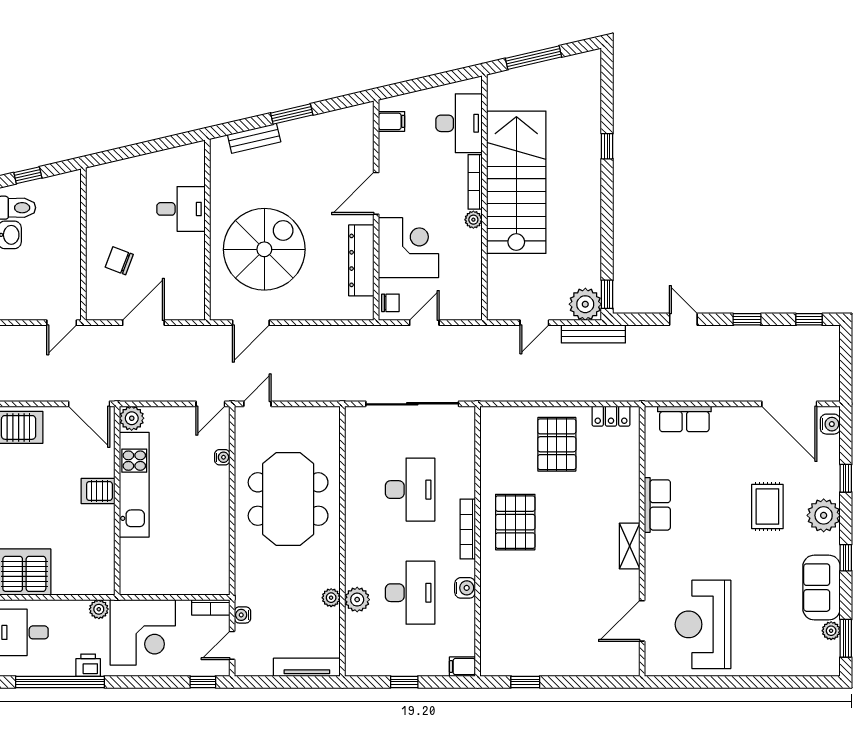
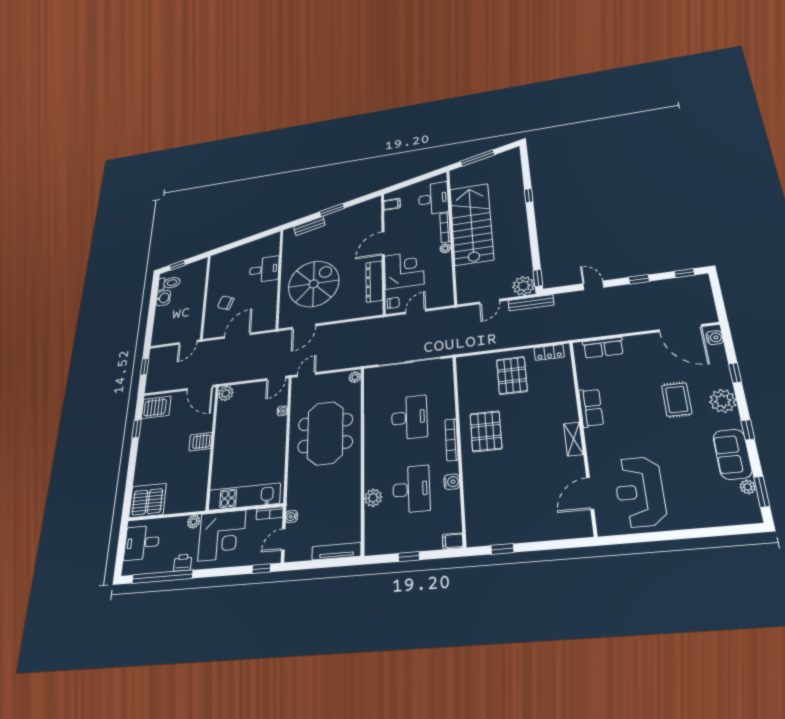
kitchen unit: (134, 485) -> (244, 497), moved, turned -90
plant: (331, 598) -> (355, 377), moved

